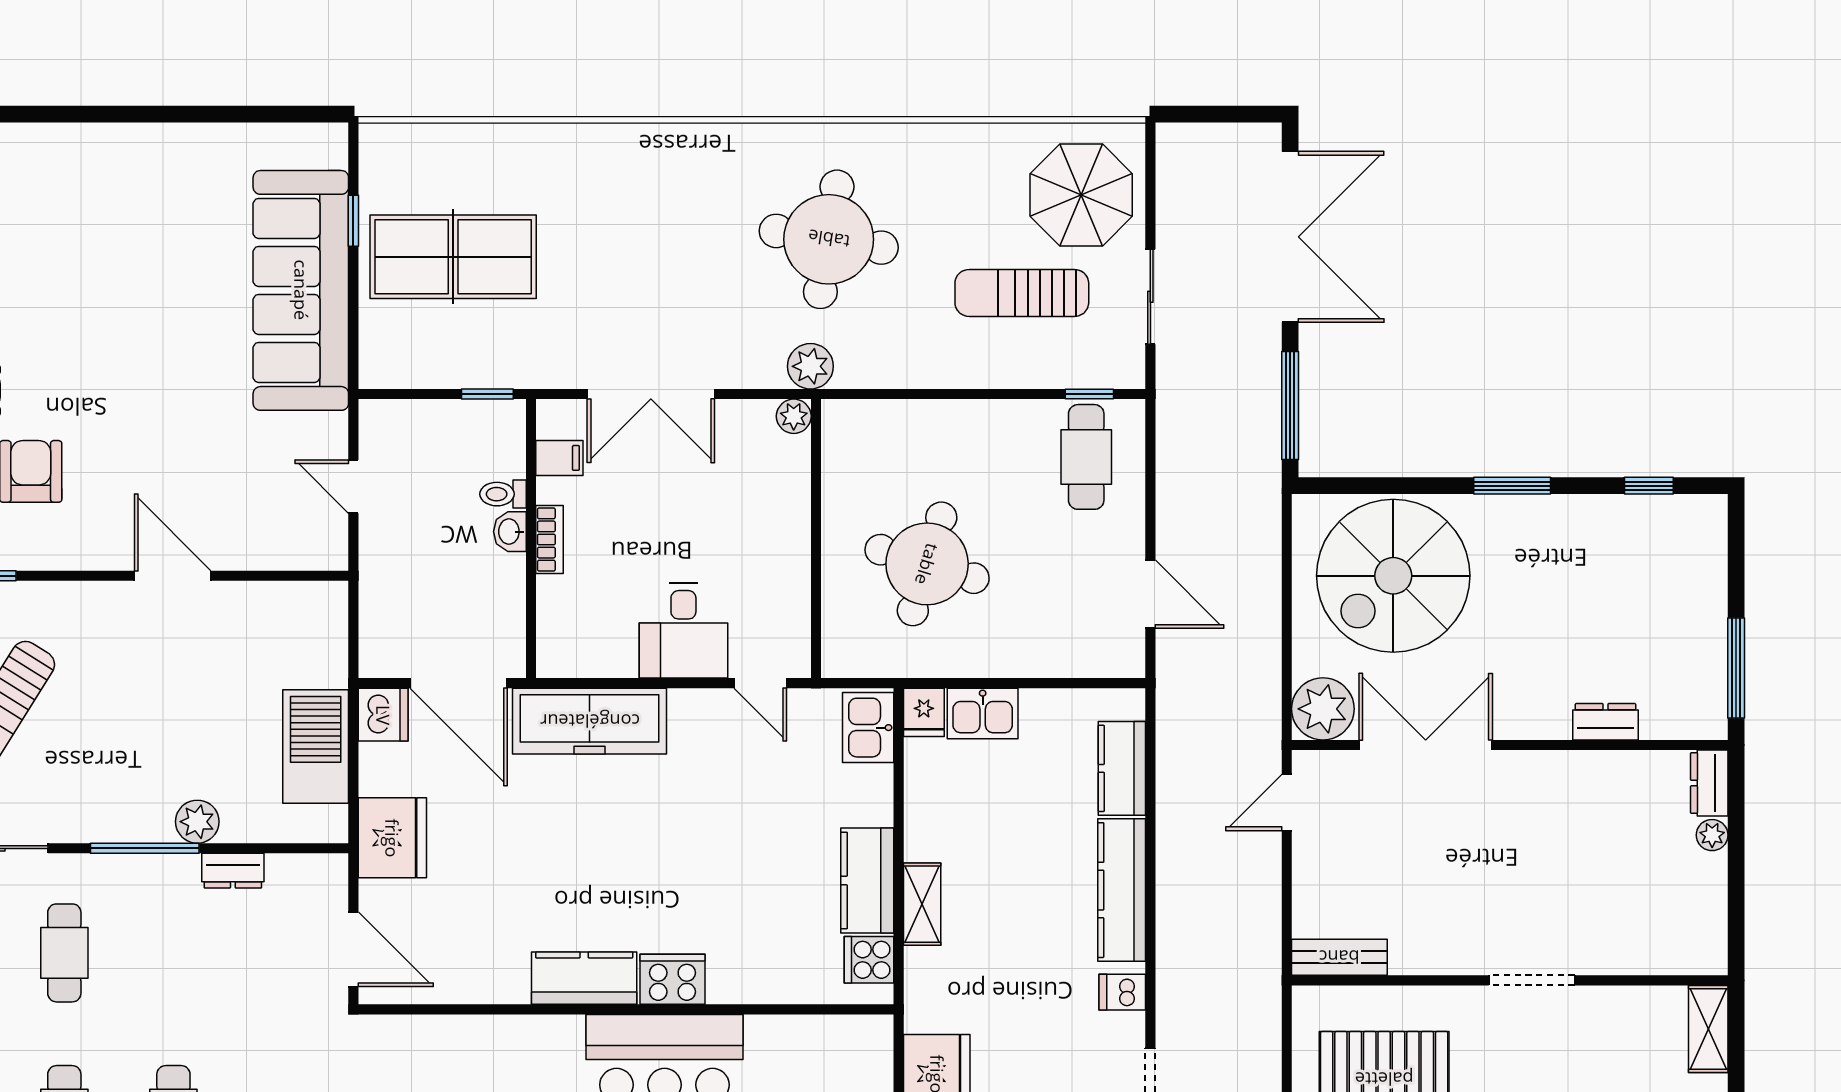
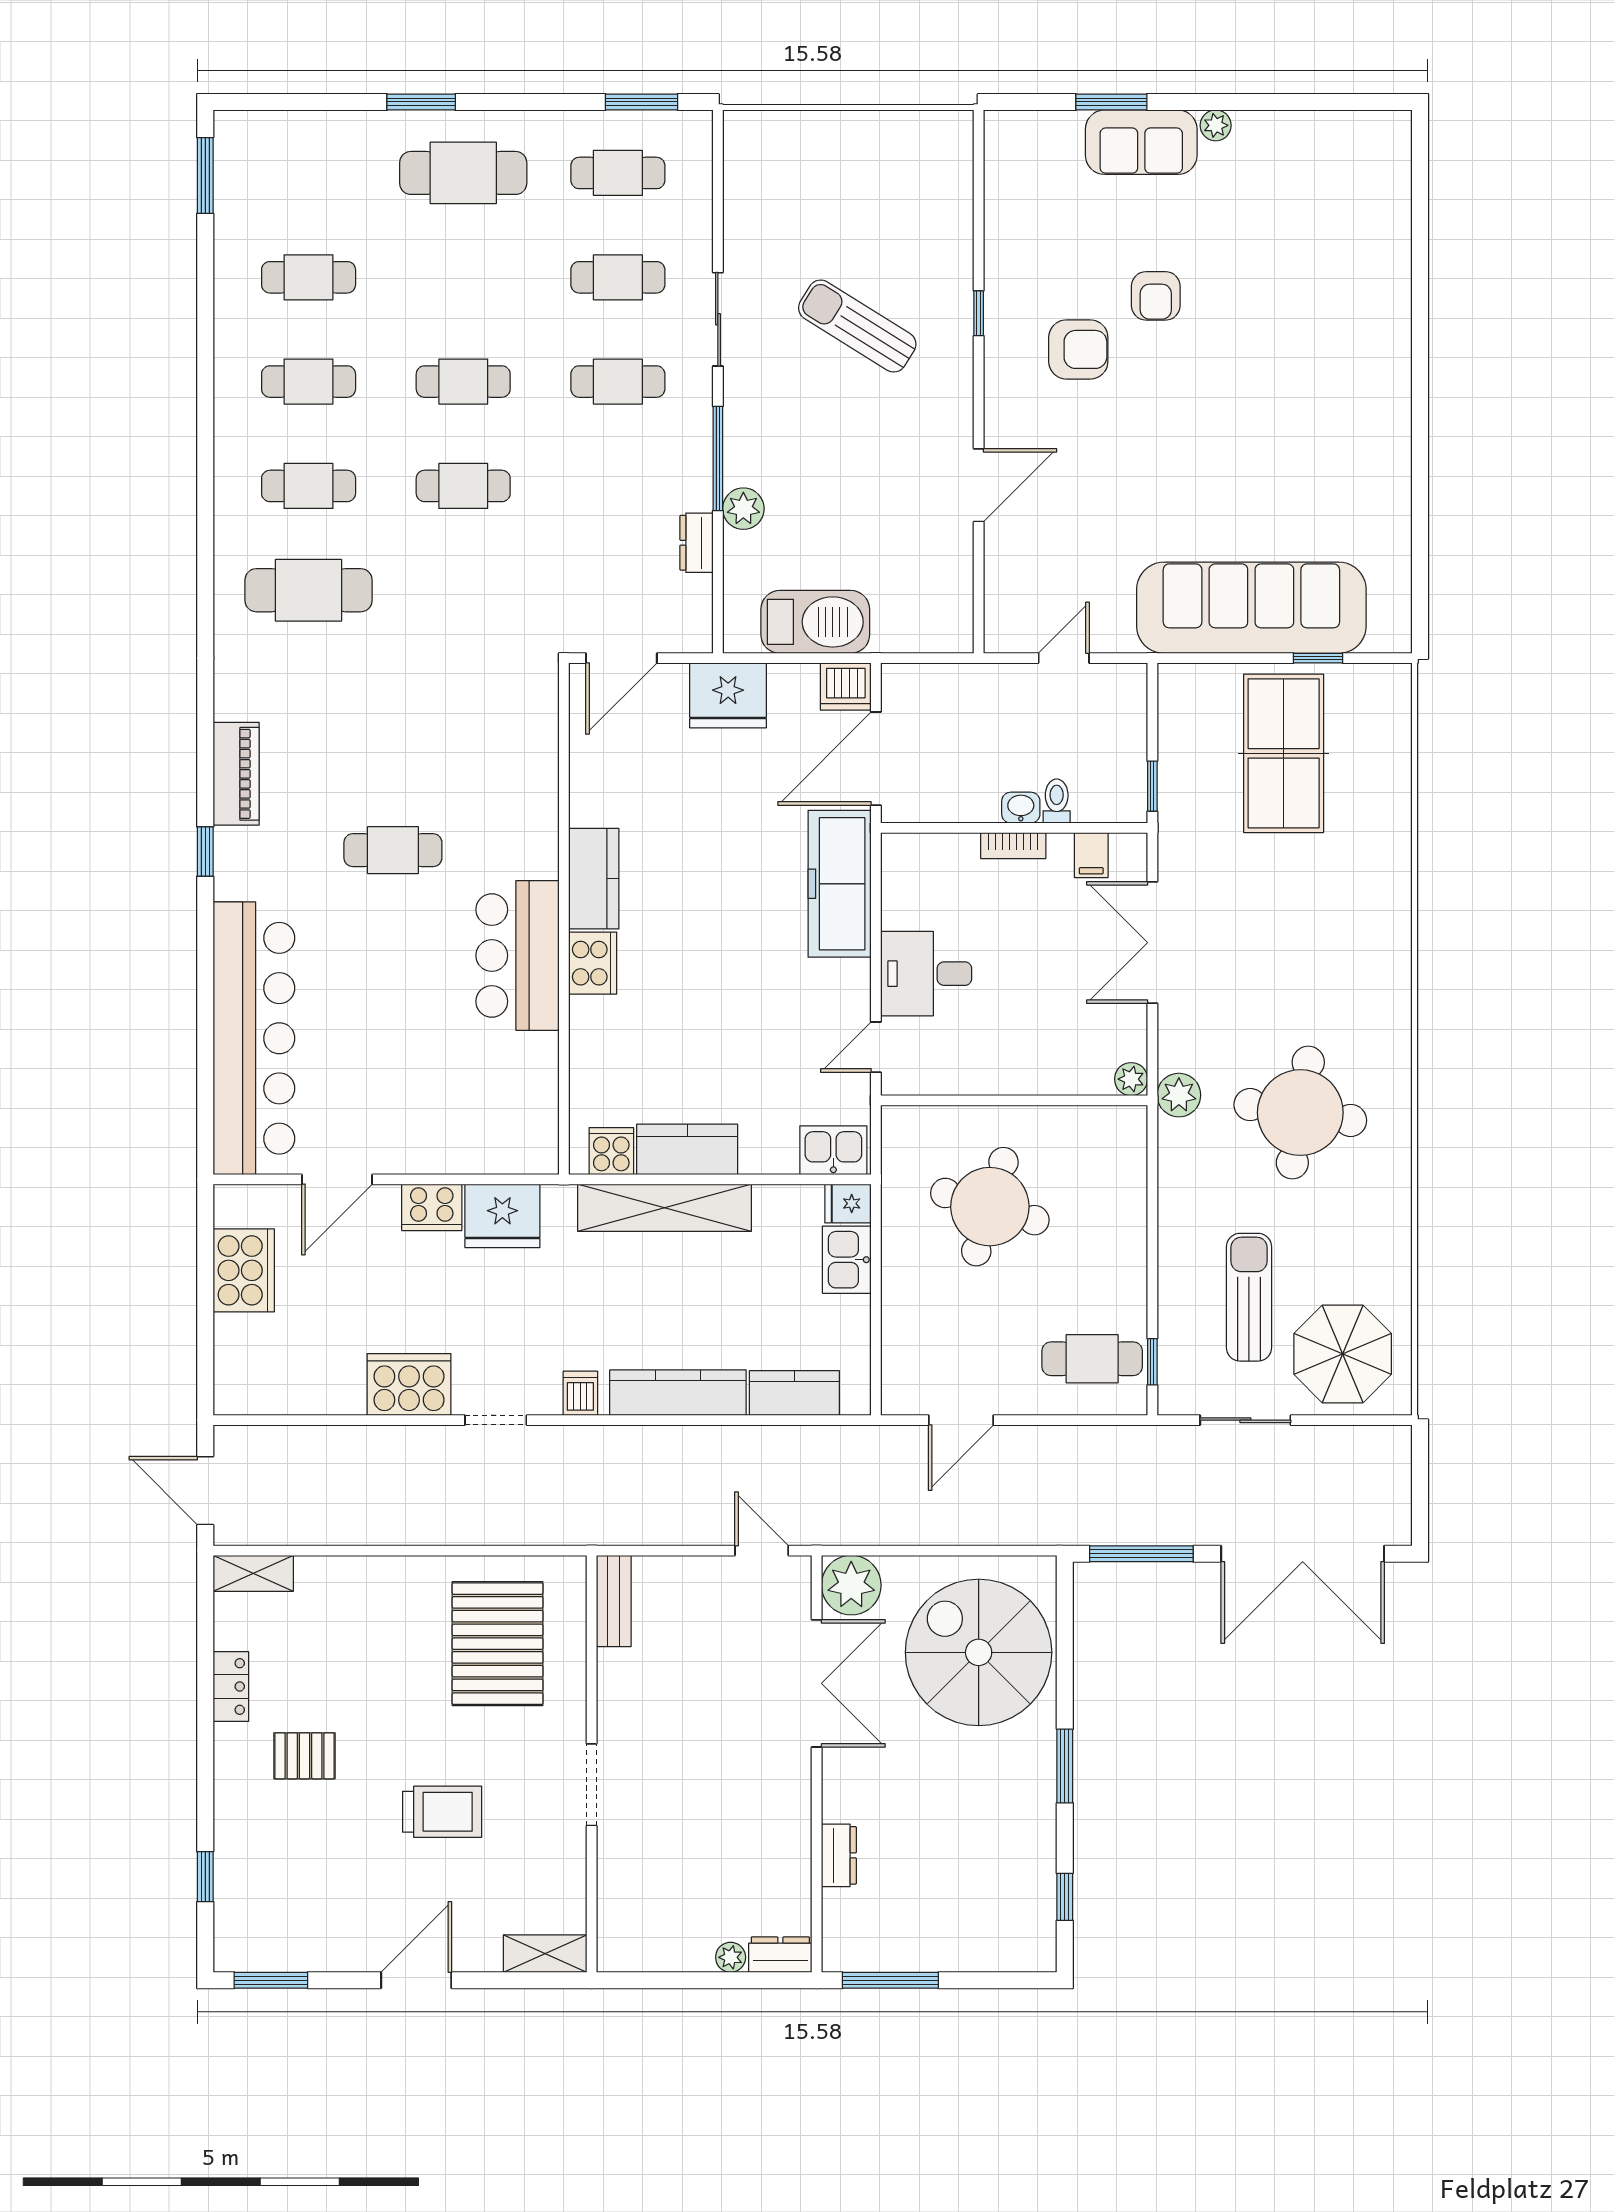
shelving: (922, 904) -> (664, 1208), width x2.20, depth x1.33

